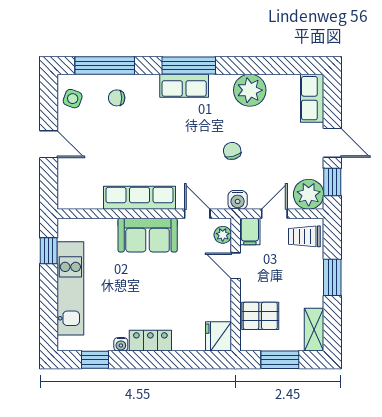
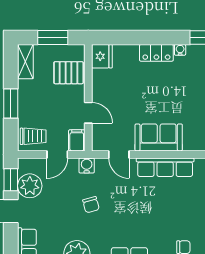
plant: (309, 194) -> (30, 186), moved
plant: (223, 235) -> (99, 138), removed

